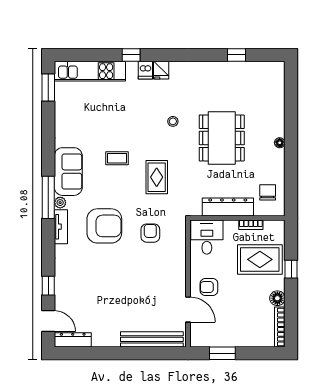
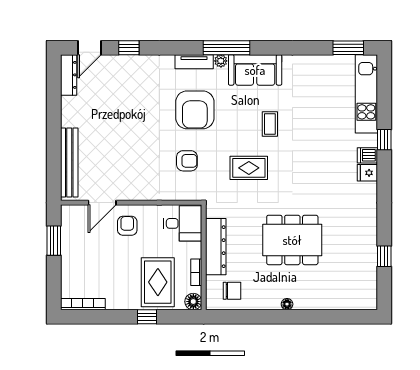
stool: (173, 121) -> (311, 186), removed
floor lamp: (277, 298) -> (193, 302), moved

